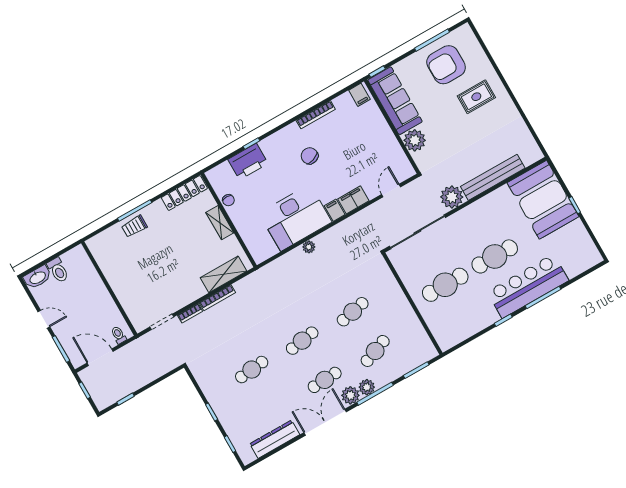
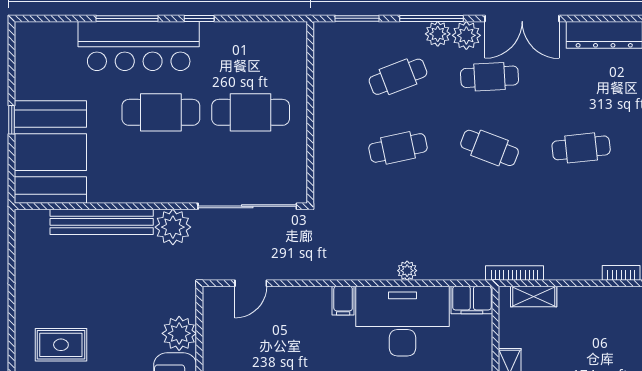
filing cabinet: (353, 200) -> (472, 300), moved
shelving: (223, 274) -> (534, 297), width x0.67, depth x0.75
bookcase: (217, 298) -> (514, 273), moved
cafe table: (302, 341) -> (490, 148), turned 30

